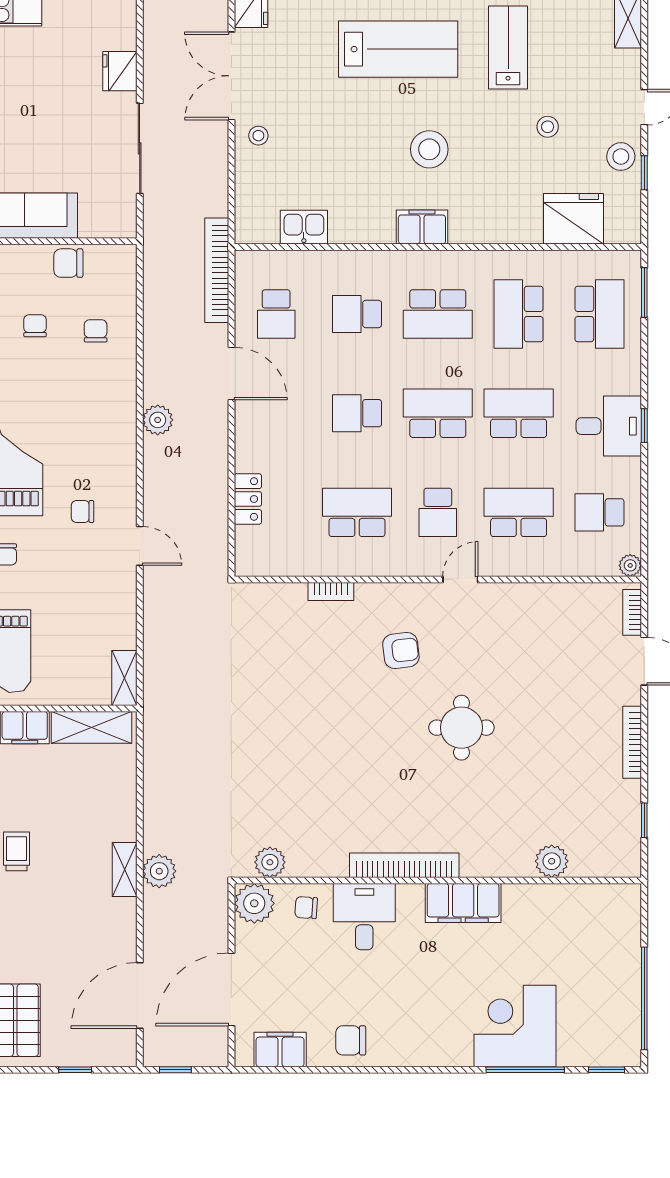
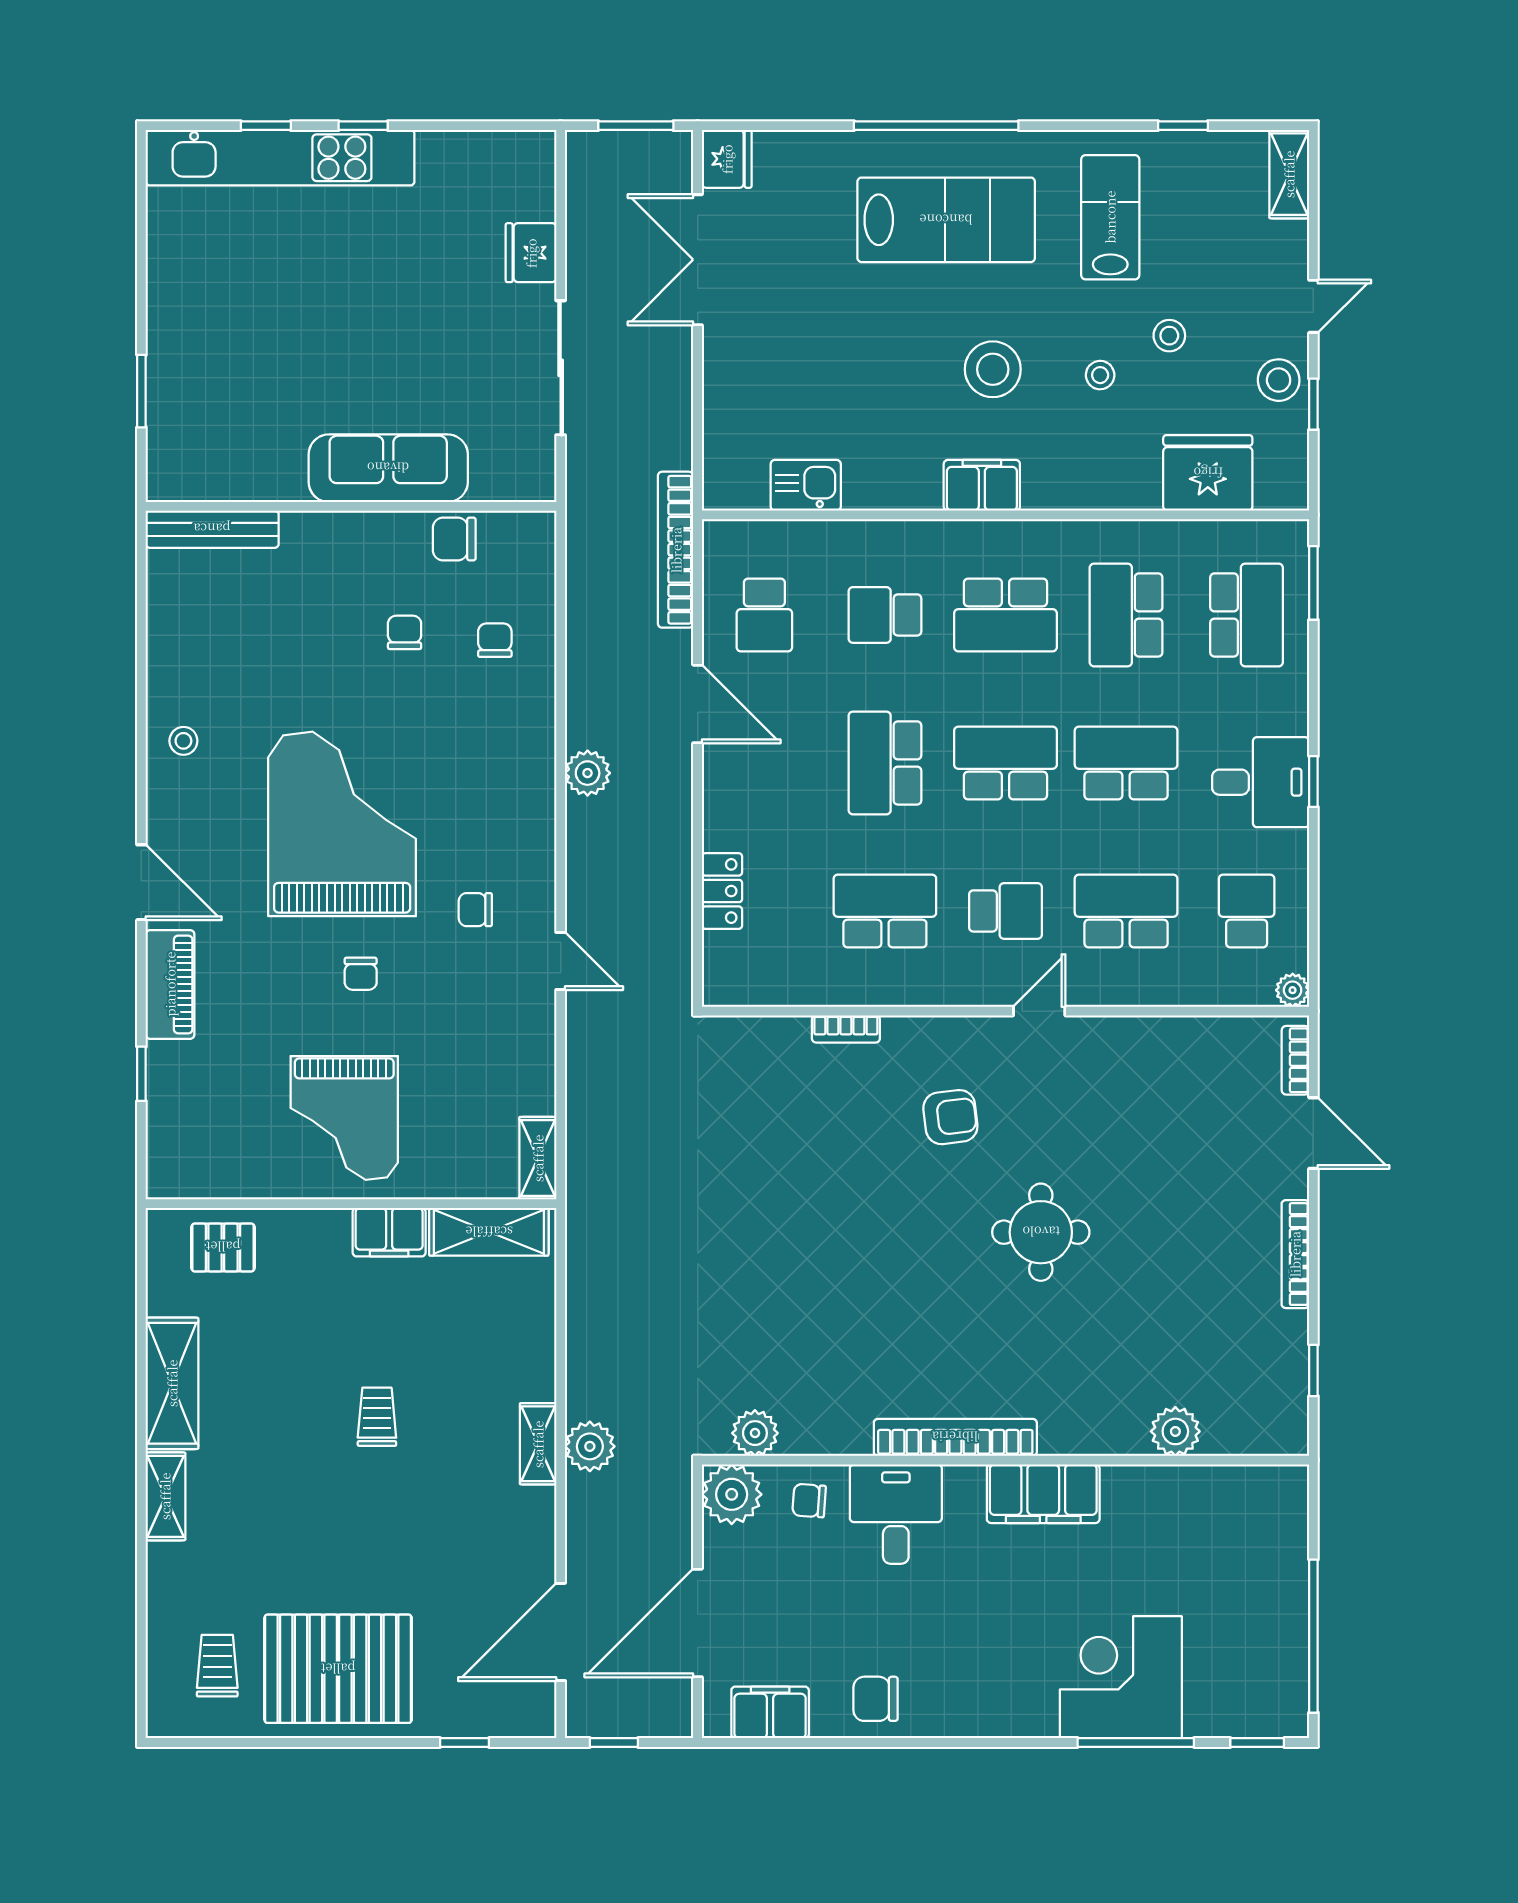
stool: (258, 136) -> (1100, 375), moved
school desk: (357, 413) -> (885, 763), width x1.85
school desk: (438, 512) -> (1005, 911), turned -90
school desk: (599, 512) -> (1247, 911), turned 90

